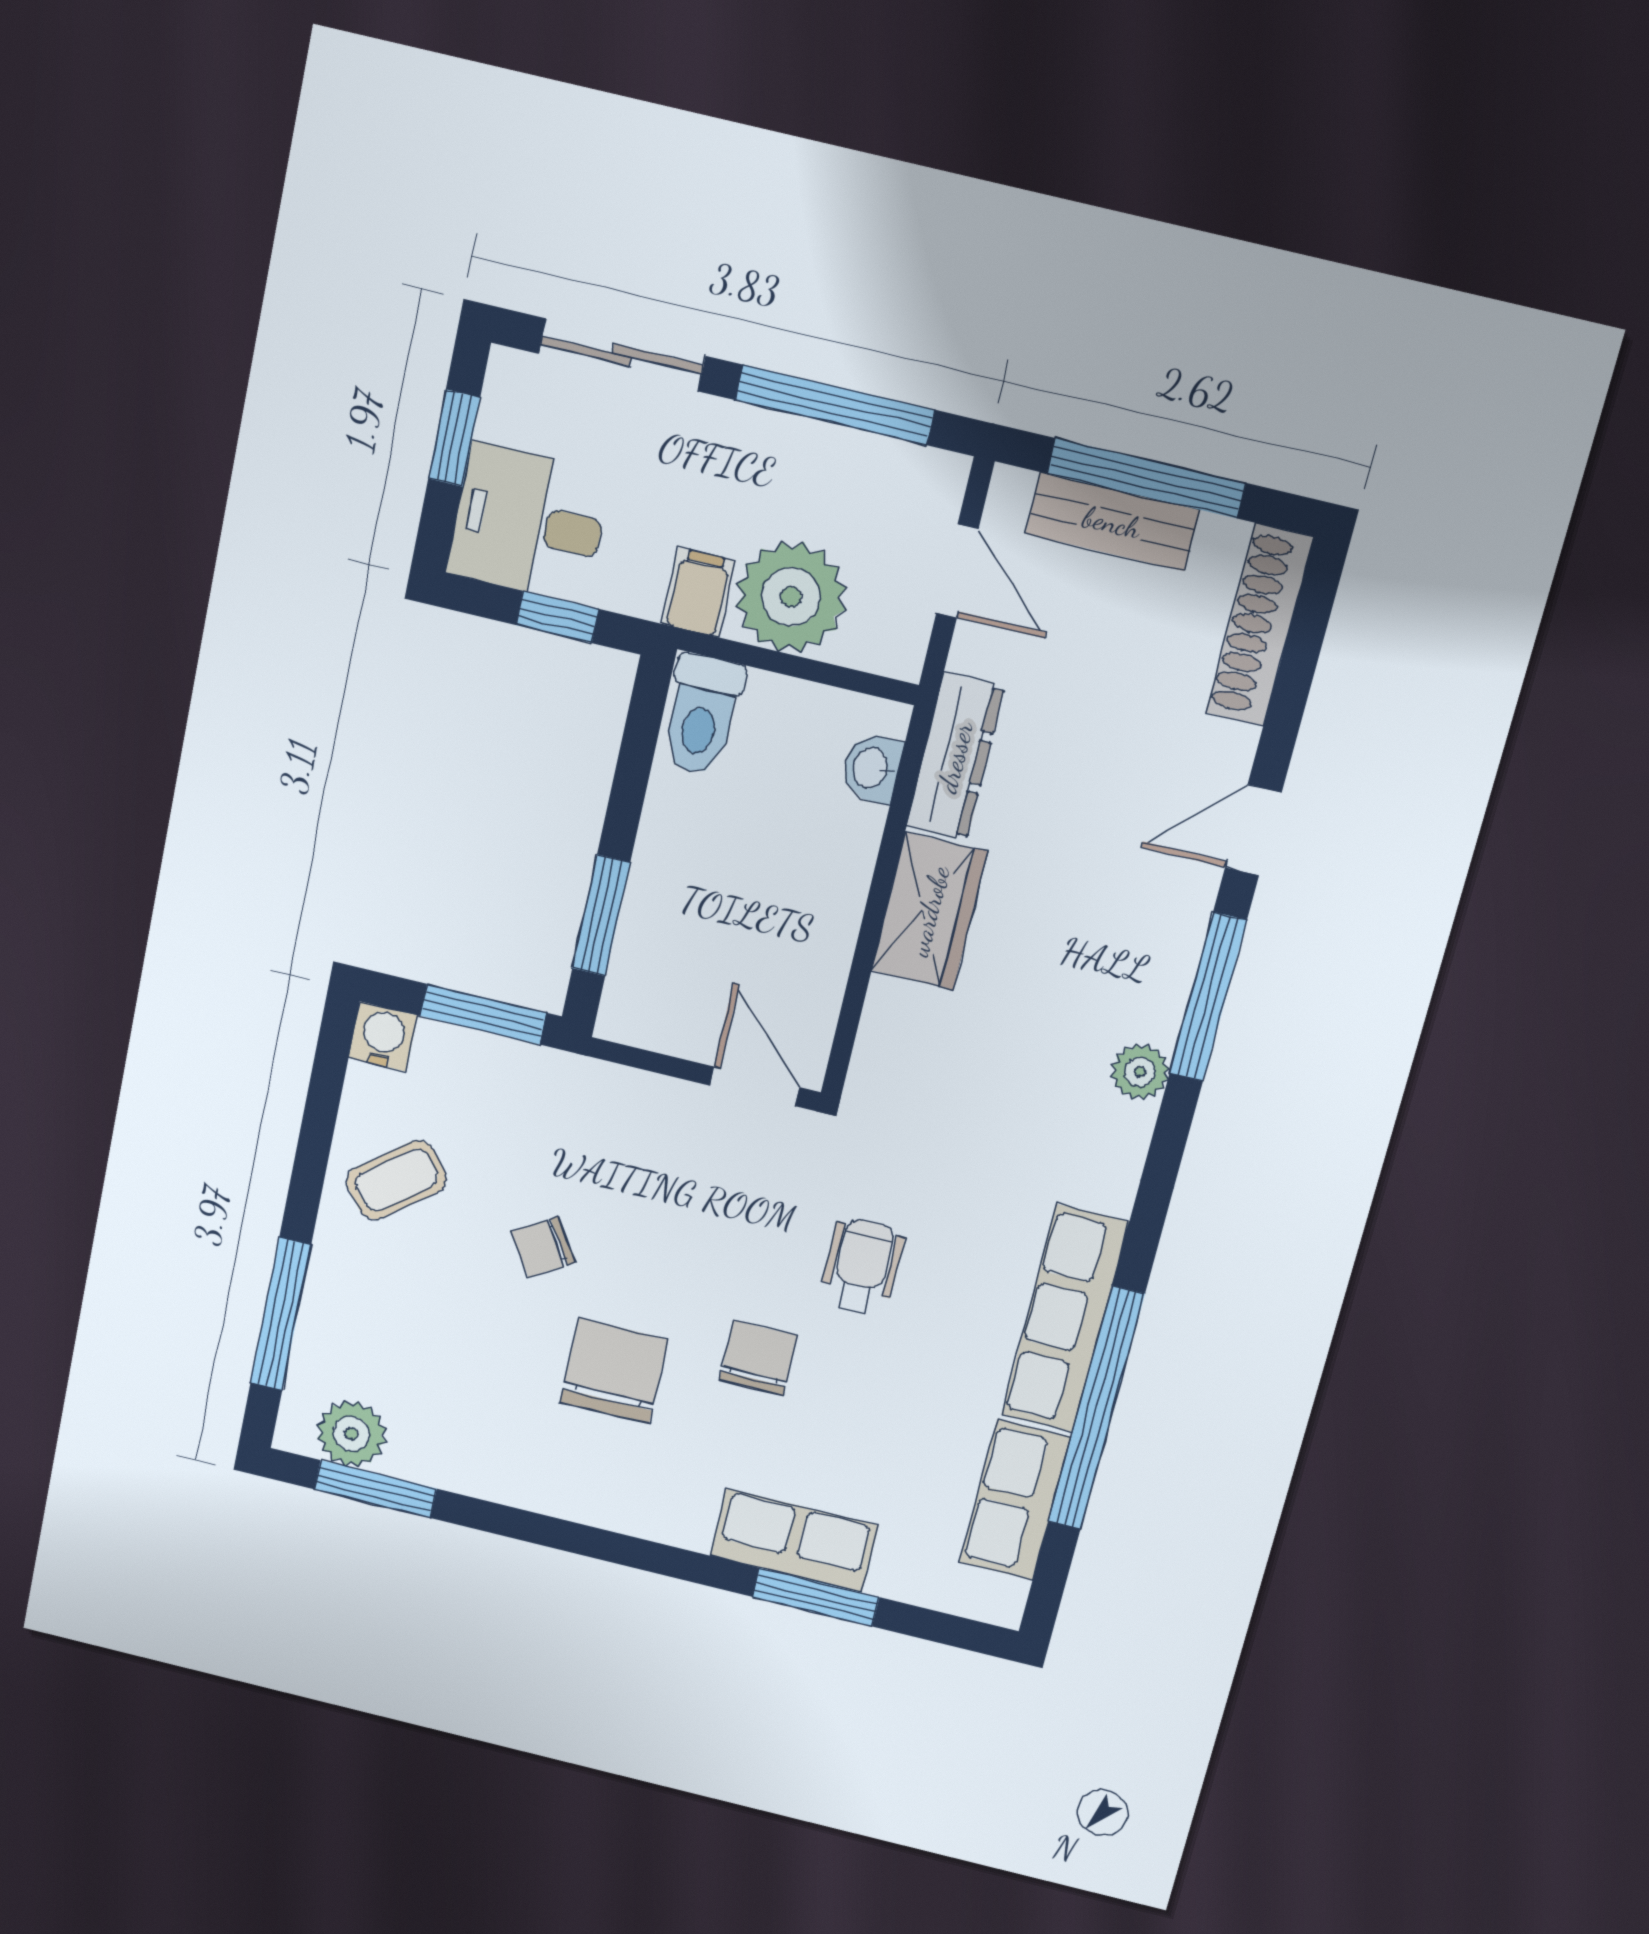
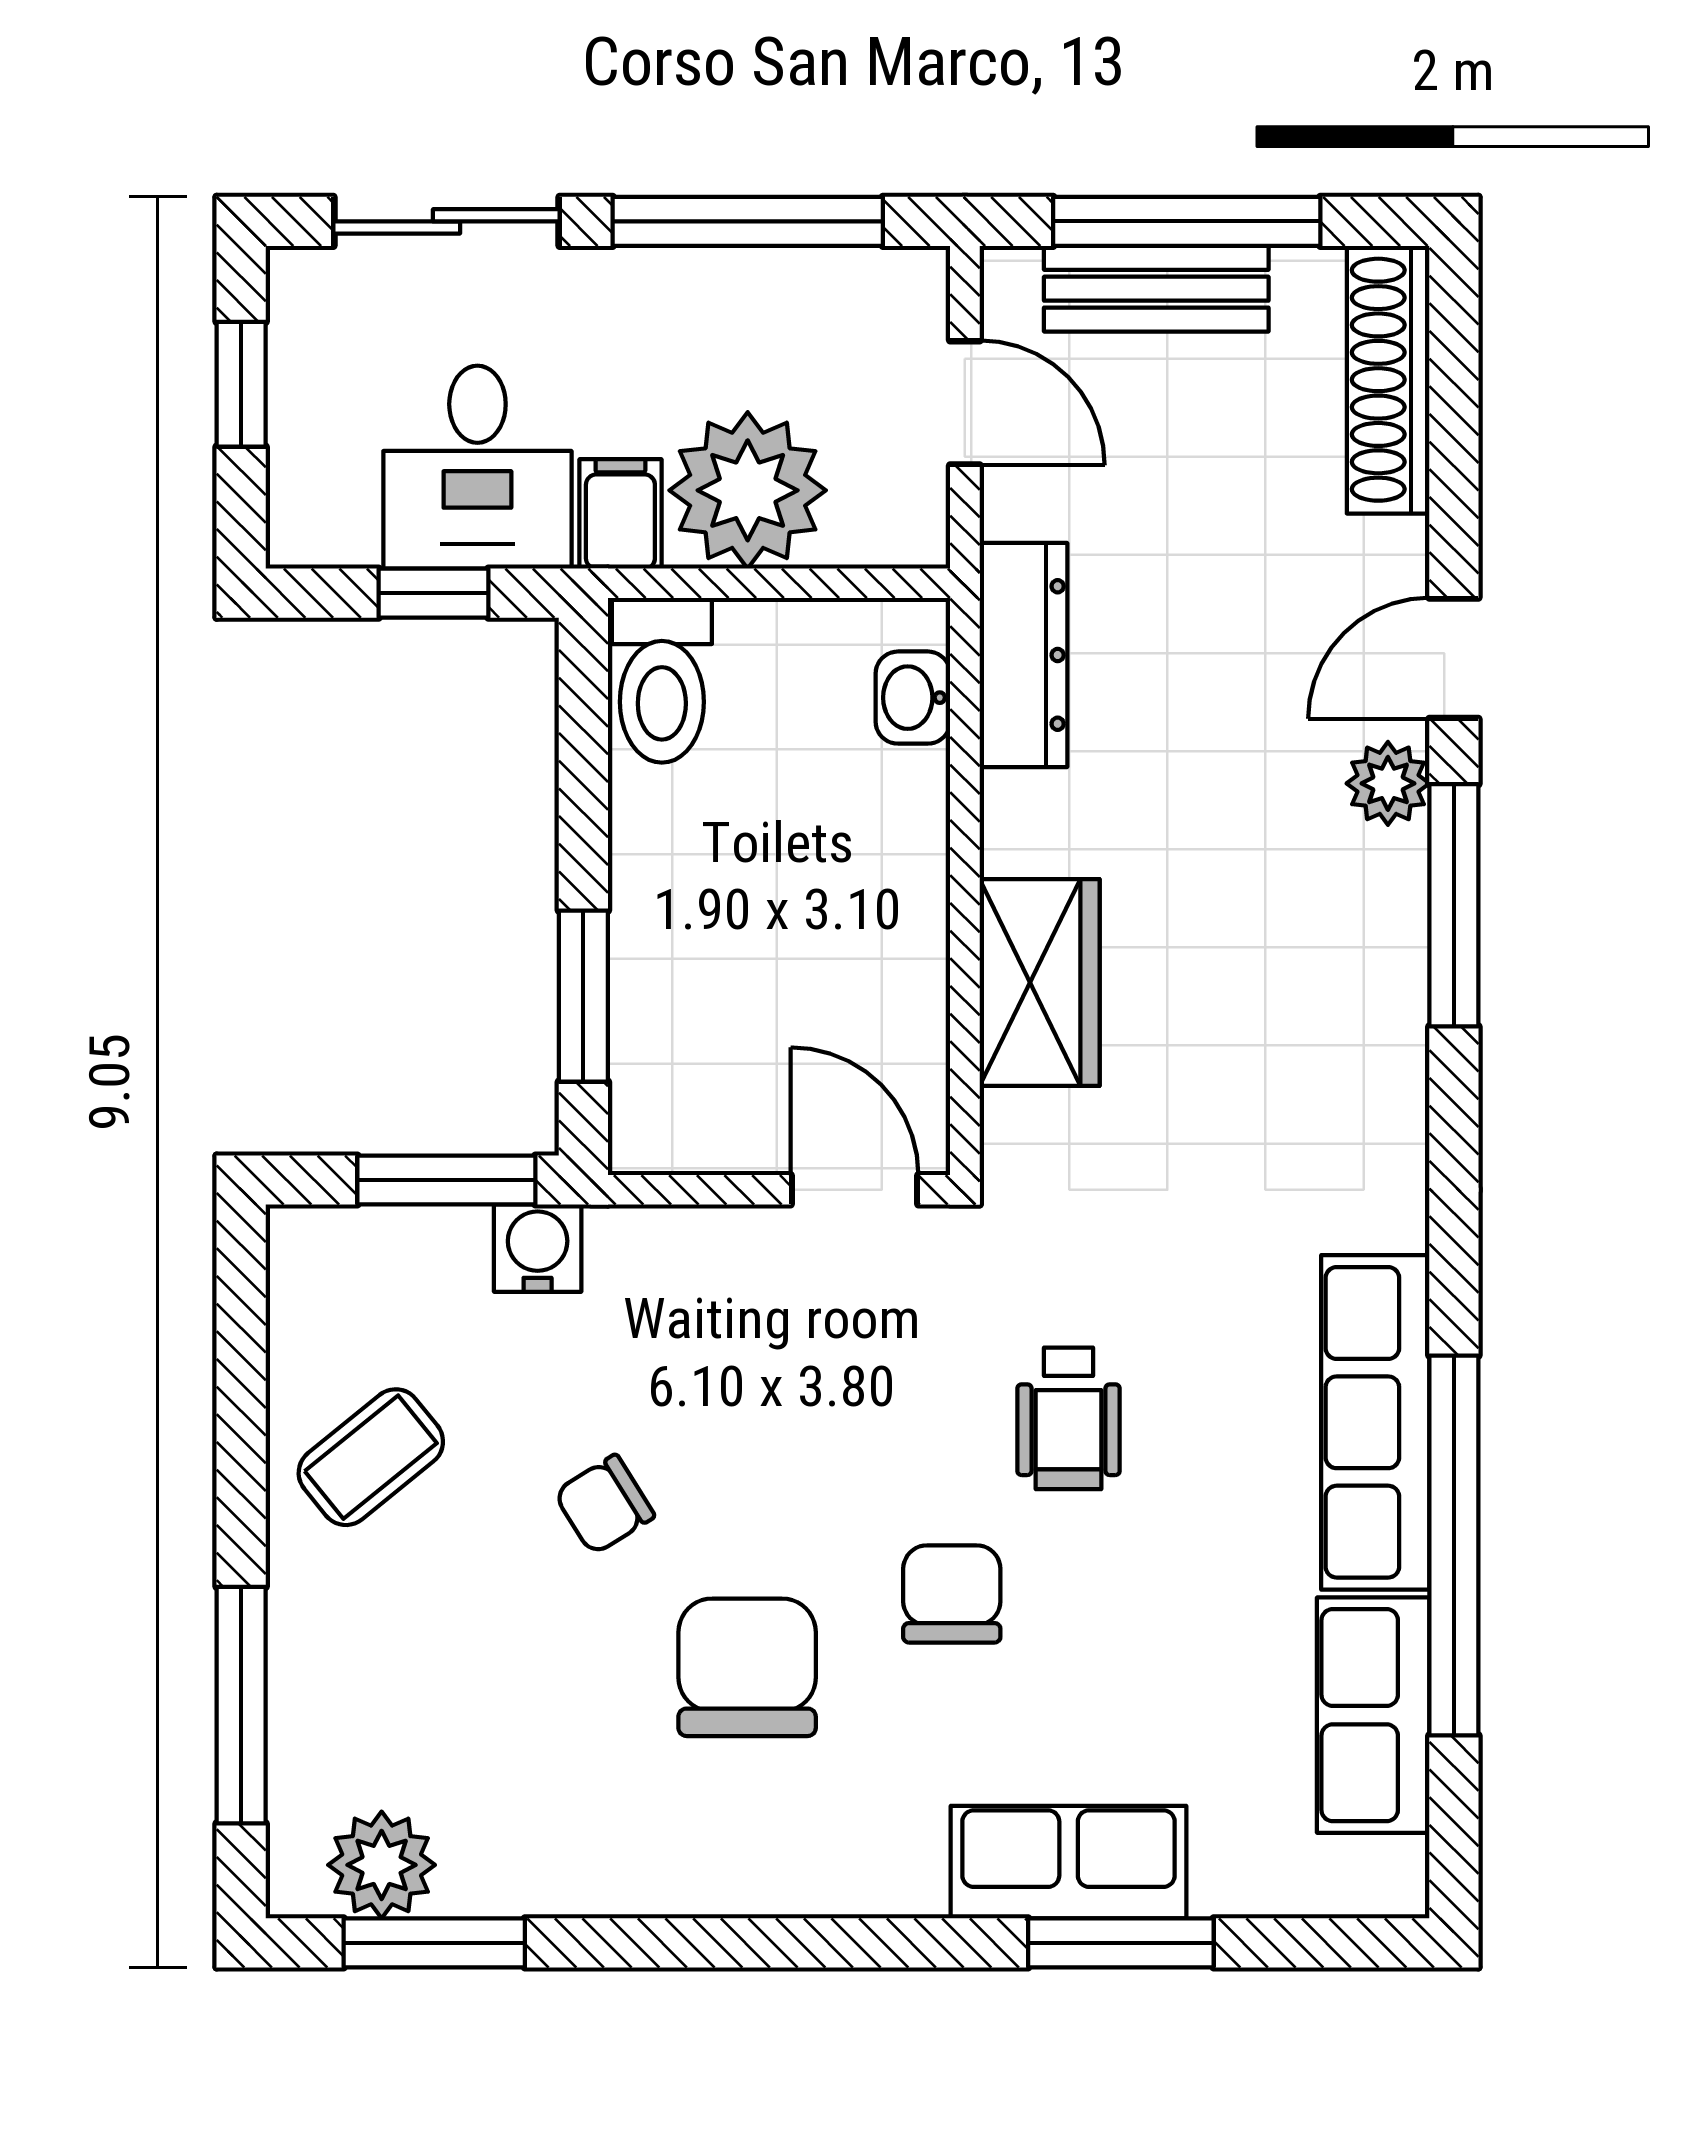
desk: (529, 523) -> (477, 467), moved, turned -90
wardrobe: (929, 911) -> (1040, 983), moved
water cooler: (383, 1036) -> (538, 1248), moved
plant: (1140, 1072) -> (1388, 783), moved
wheelchair: (862, 1267) -> (1068, 1418), turned 180

